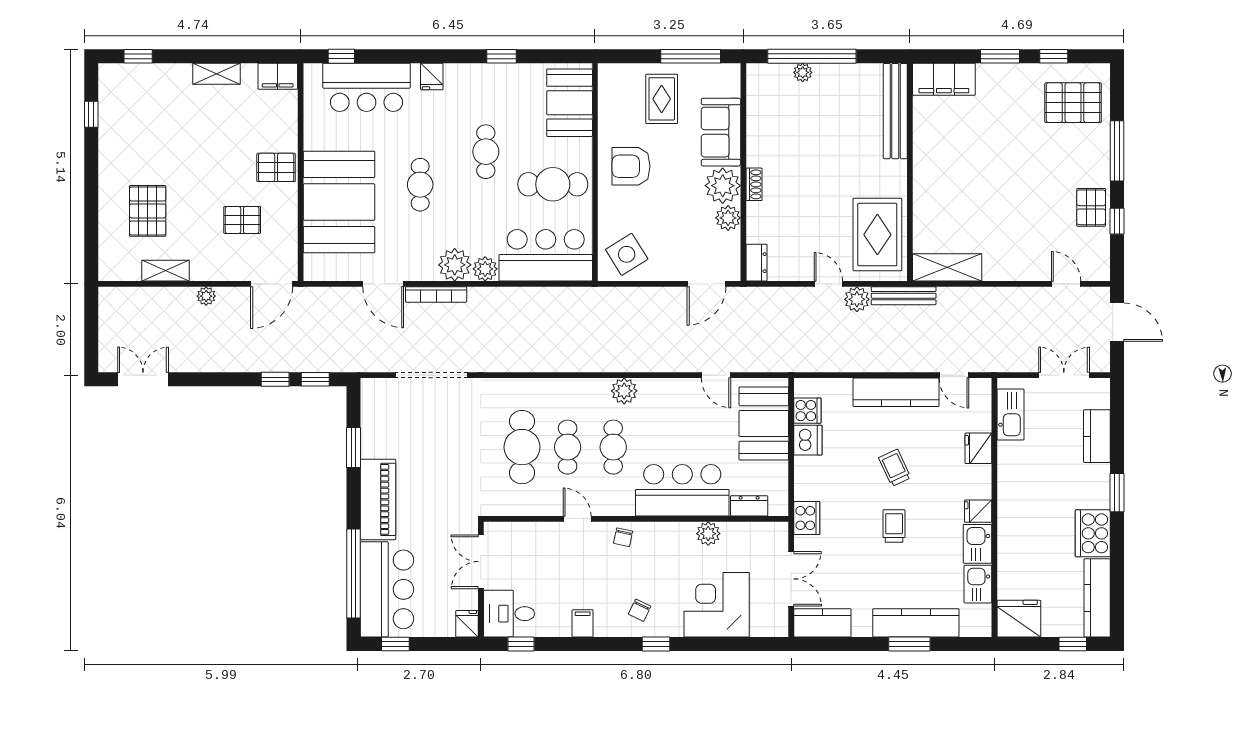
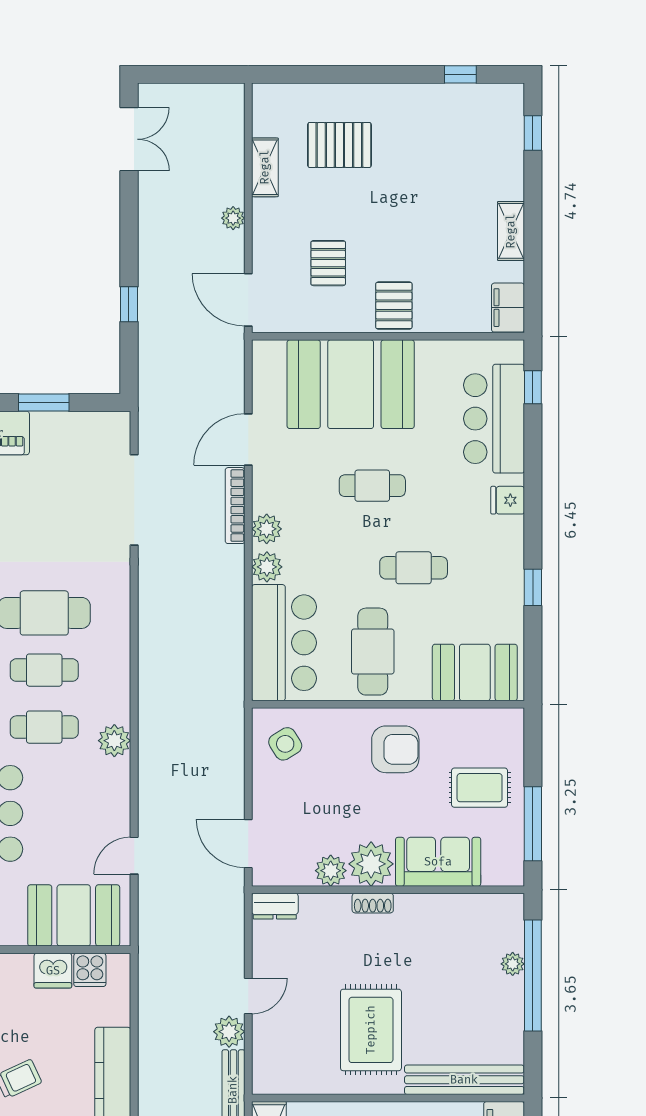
armchair: (631, 166) -> (395, 749), turned 90
rug: (877, 235) -> (371, 1030), moved, turned 90
side table: (627, 254) -> (285, 744), width x0.73, depth x0.73
plant: (455, 265) -> (267, 529), width x0.73, depth x0.73
window: (315, 379) -> (129, 355), removed

